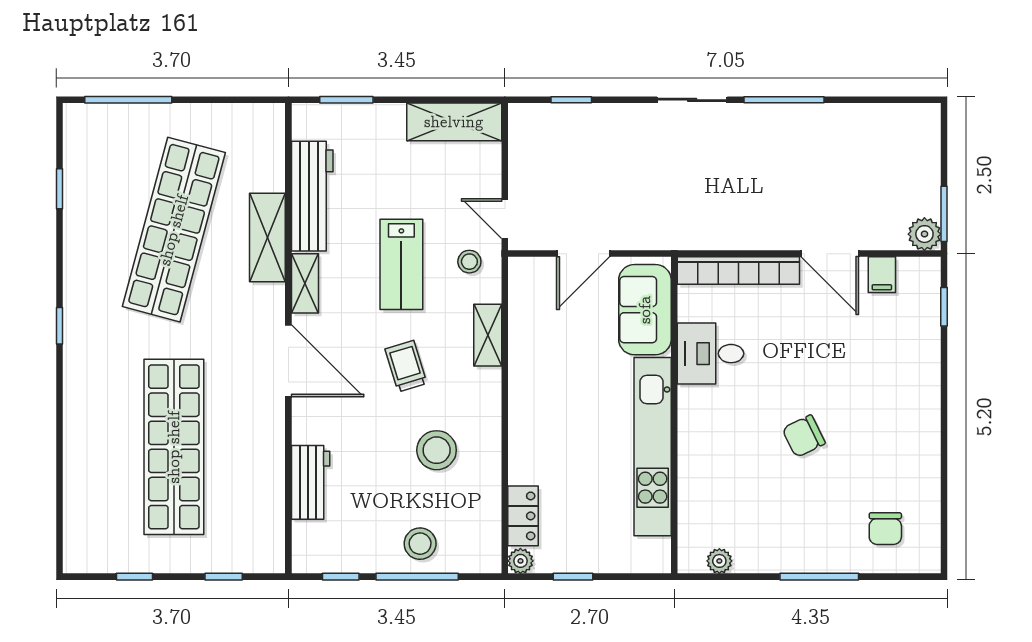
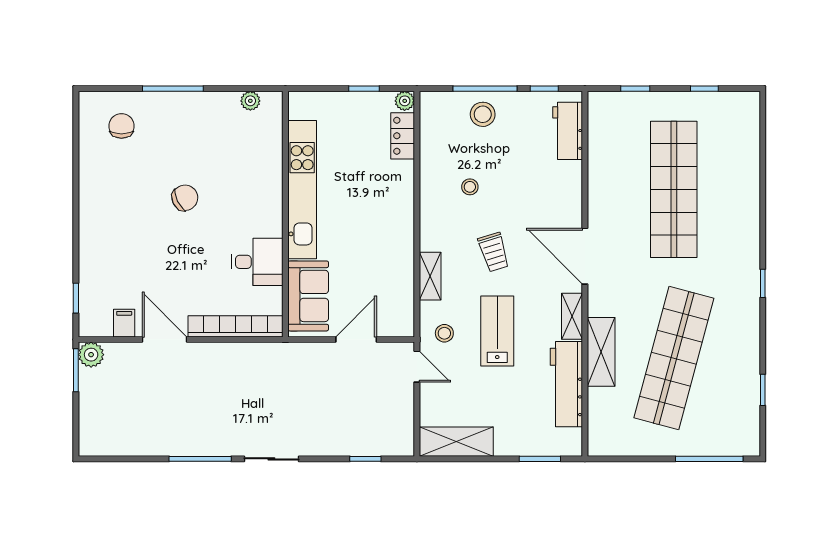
stool: (437, 450) -> (470, 187), width x0.53, depth x0.53
workbench: (311, 482) -> (568, 131), moved

